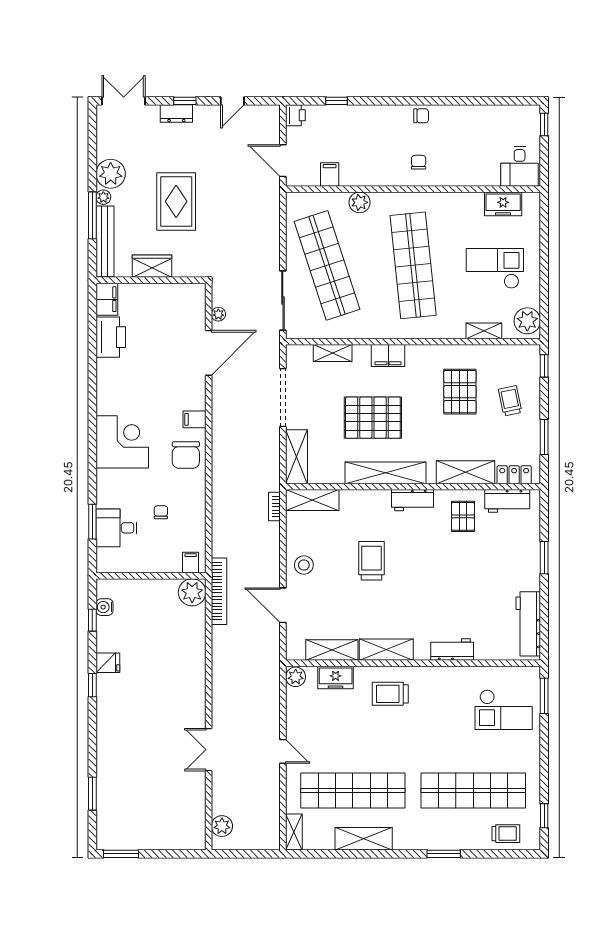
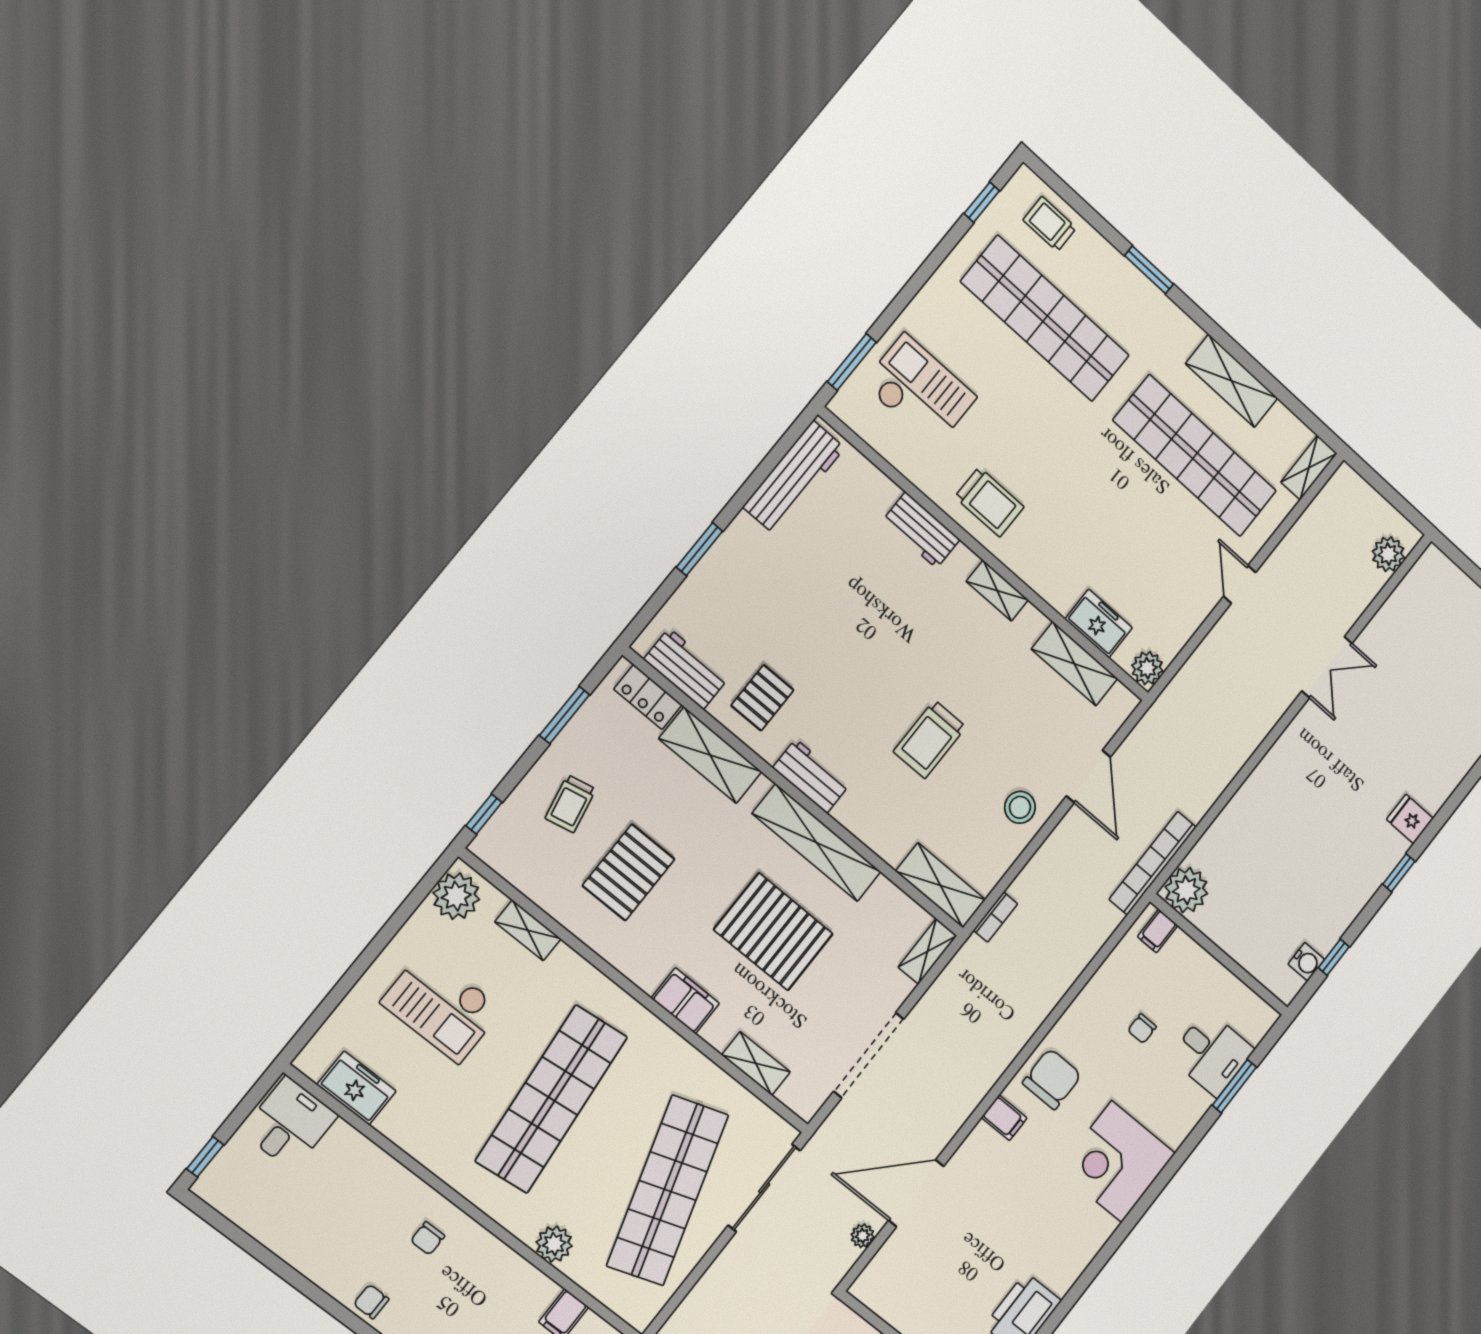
shelving: (297, 457) -> (928, 951), width x0.67, depth x0.75
shelving: (386, 650) -> (997, 591), width x0.67, depth x0.75
fridge: (108, 663) -> (1410, 819), moved
trolley: (390, 694) -> (989, 502), moved

